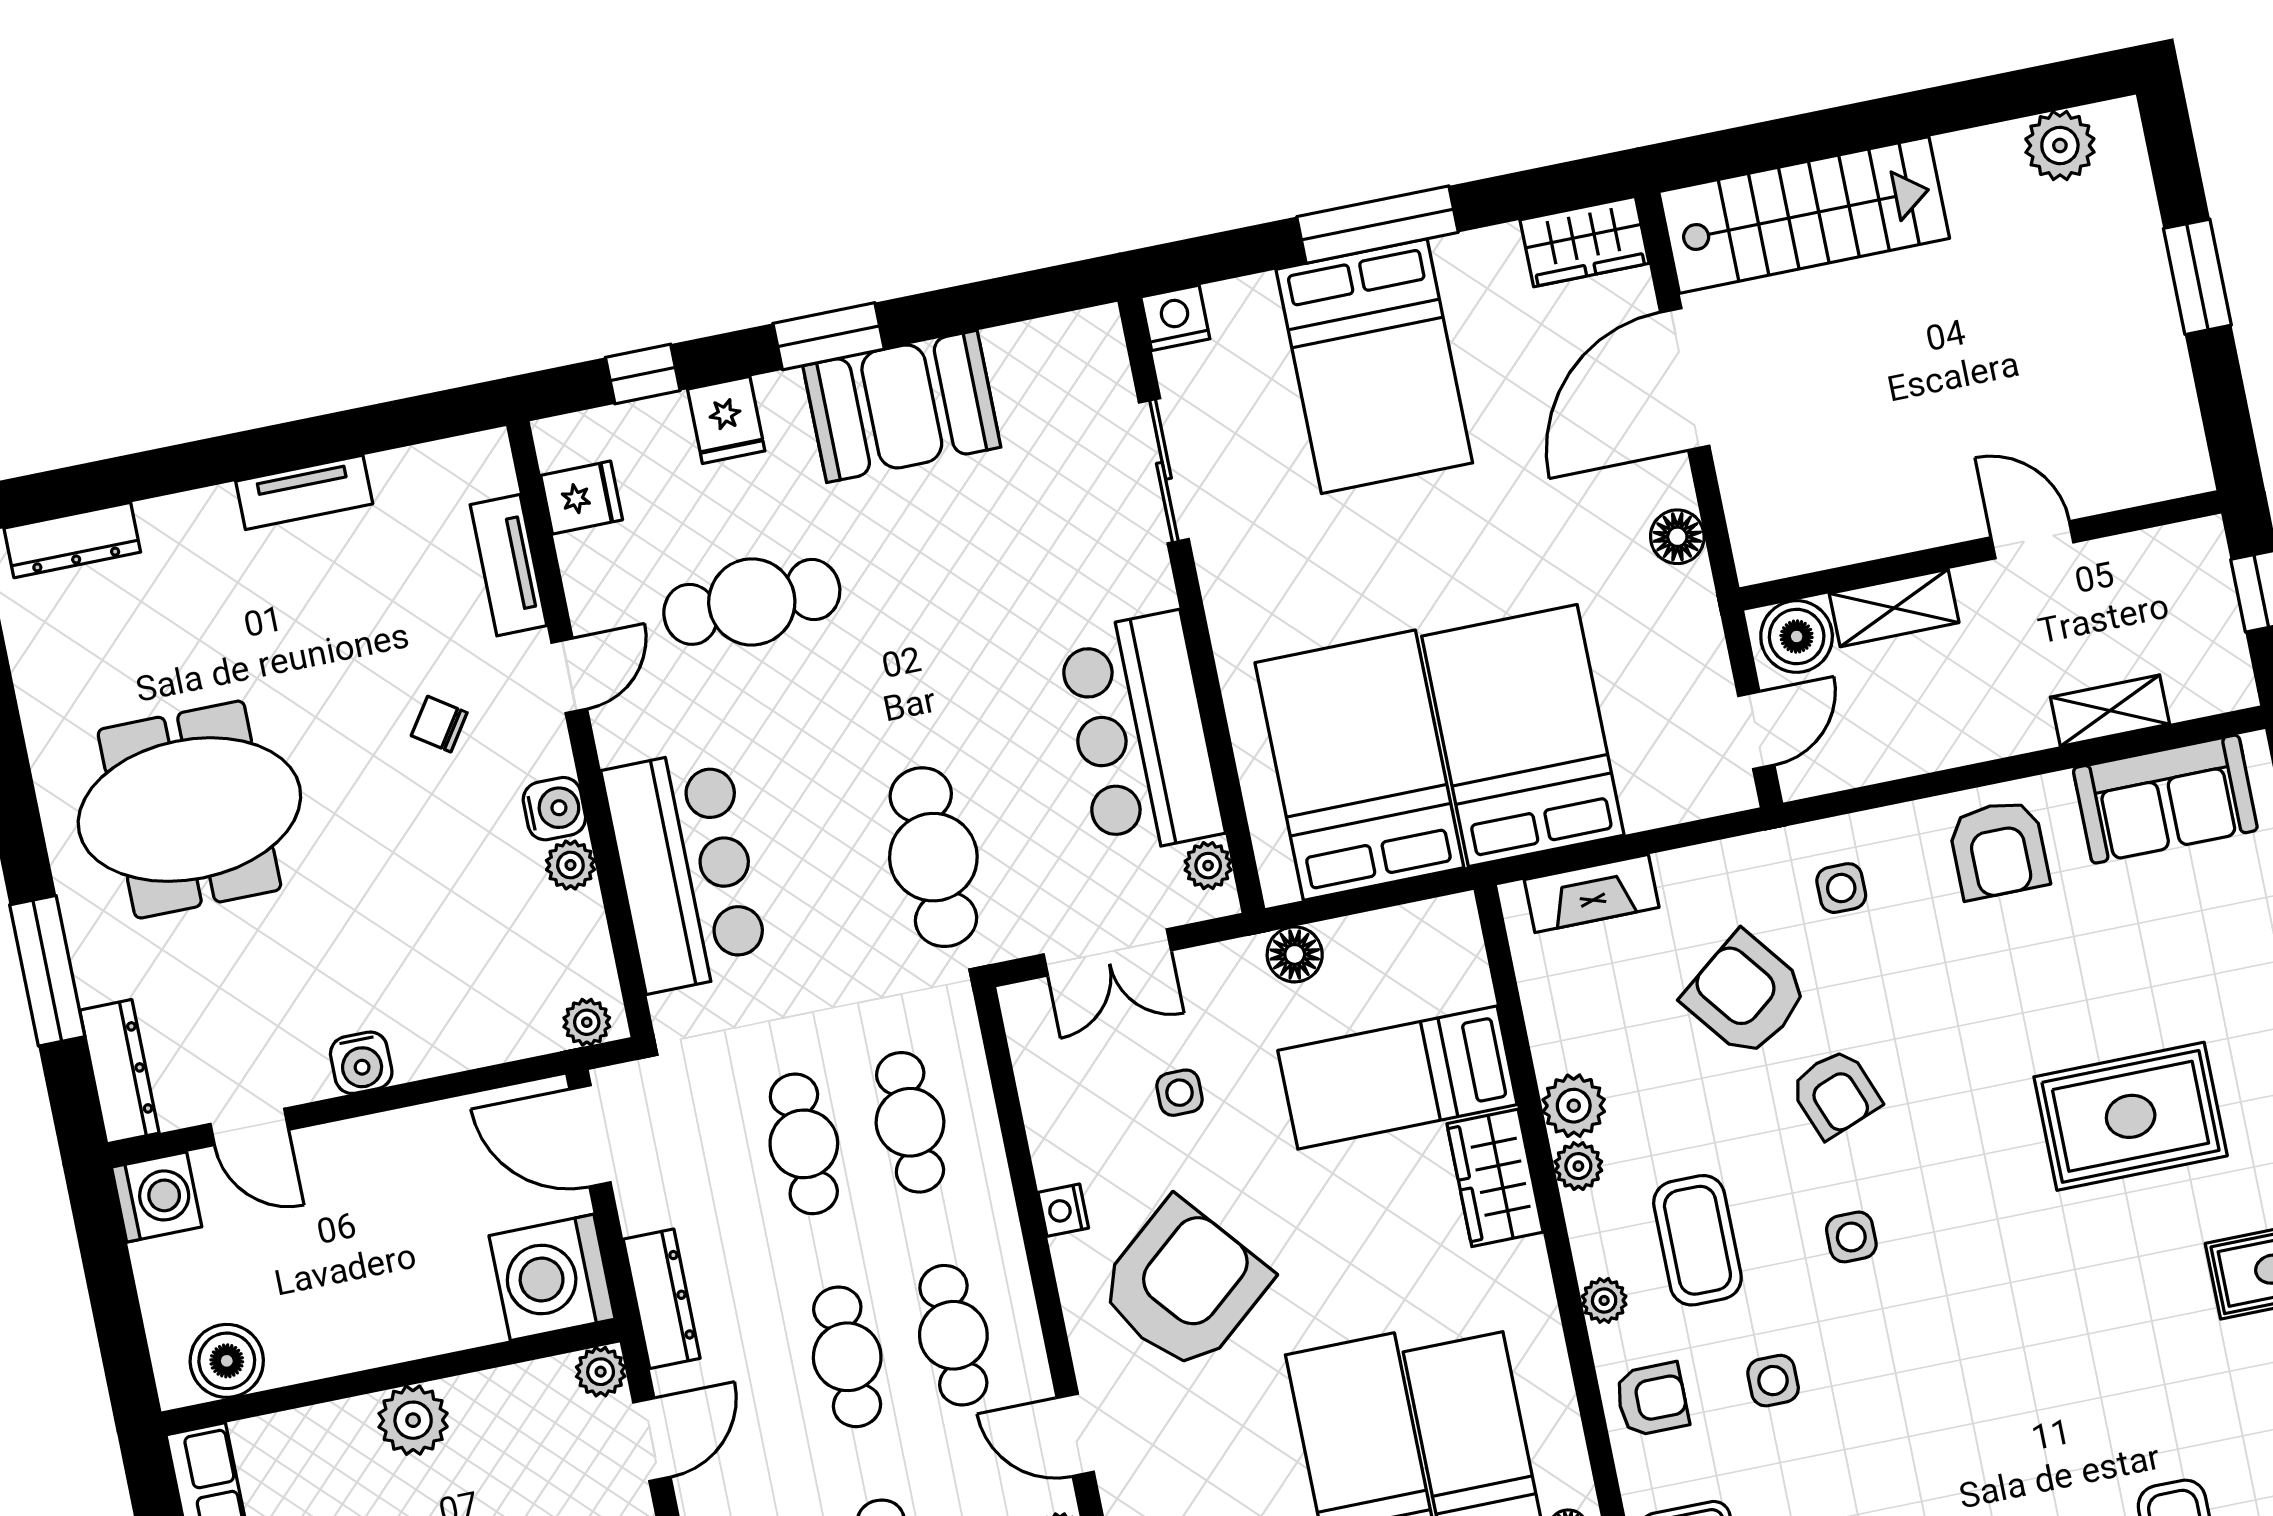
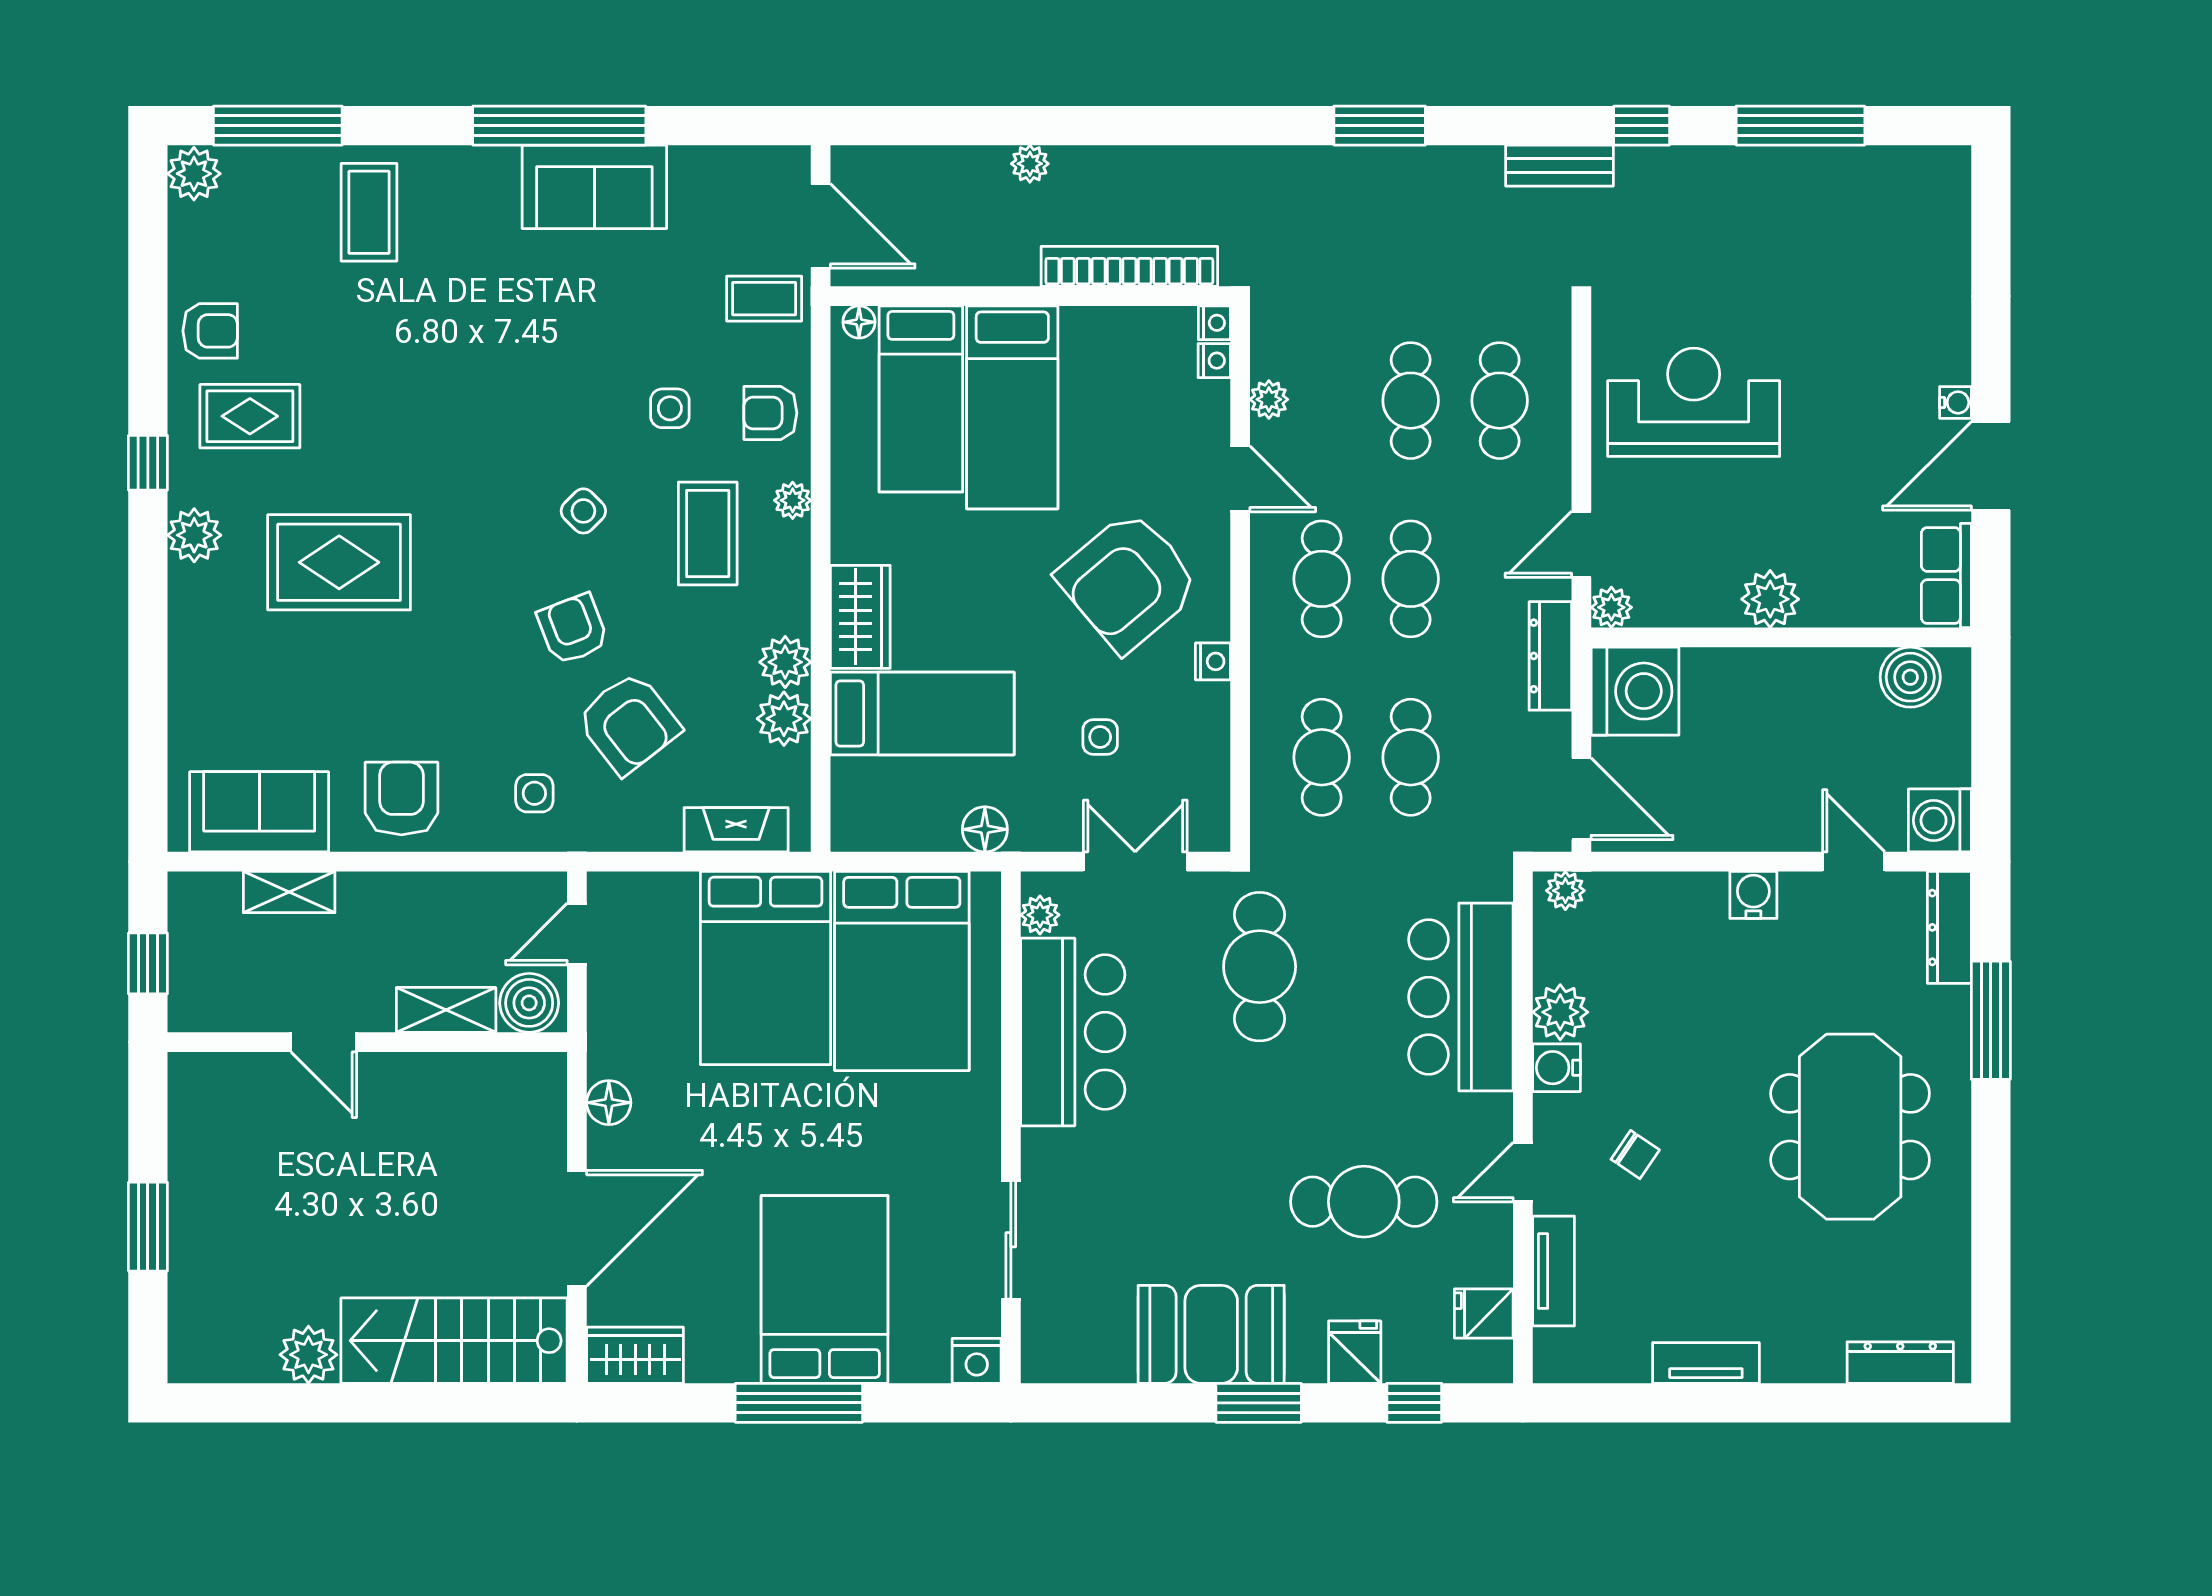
plant: (2060, 145) -> (308, 1355), moved
meeting table: (189, 810) -> (1850, 1127), turned 90
plant: (570, 865) -> (1560, 1012), width x1.38, depth x1.38
plant: (1578, 1166) -> (784, 719), moved, width x1.38, depth x1.38
side table: (1851, 1237) -> (583, 511), turned 45

